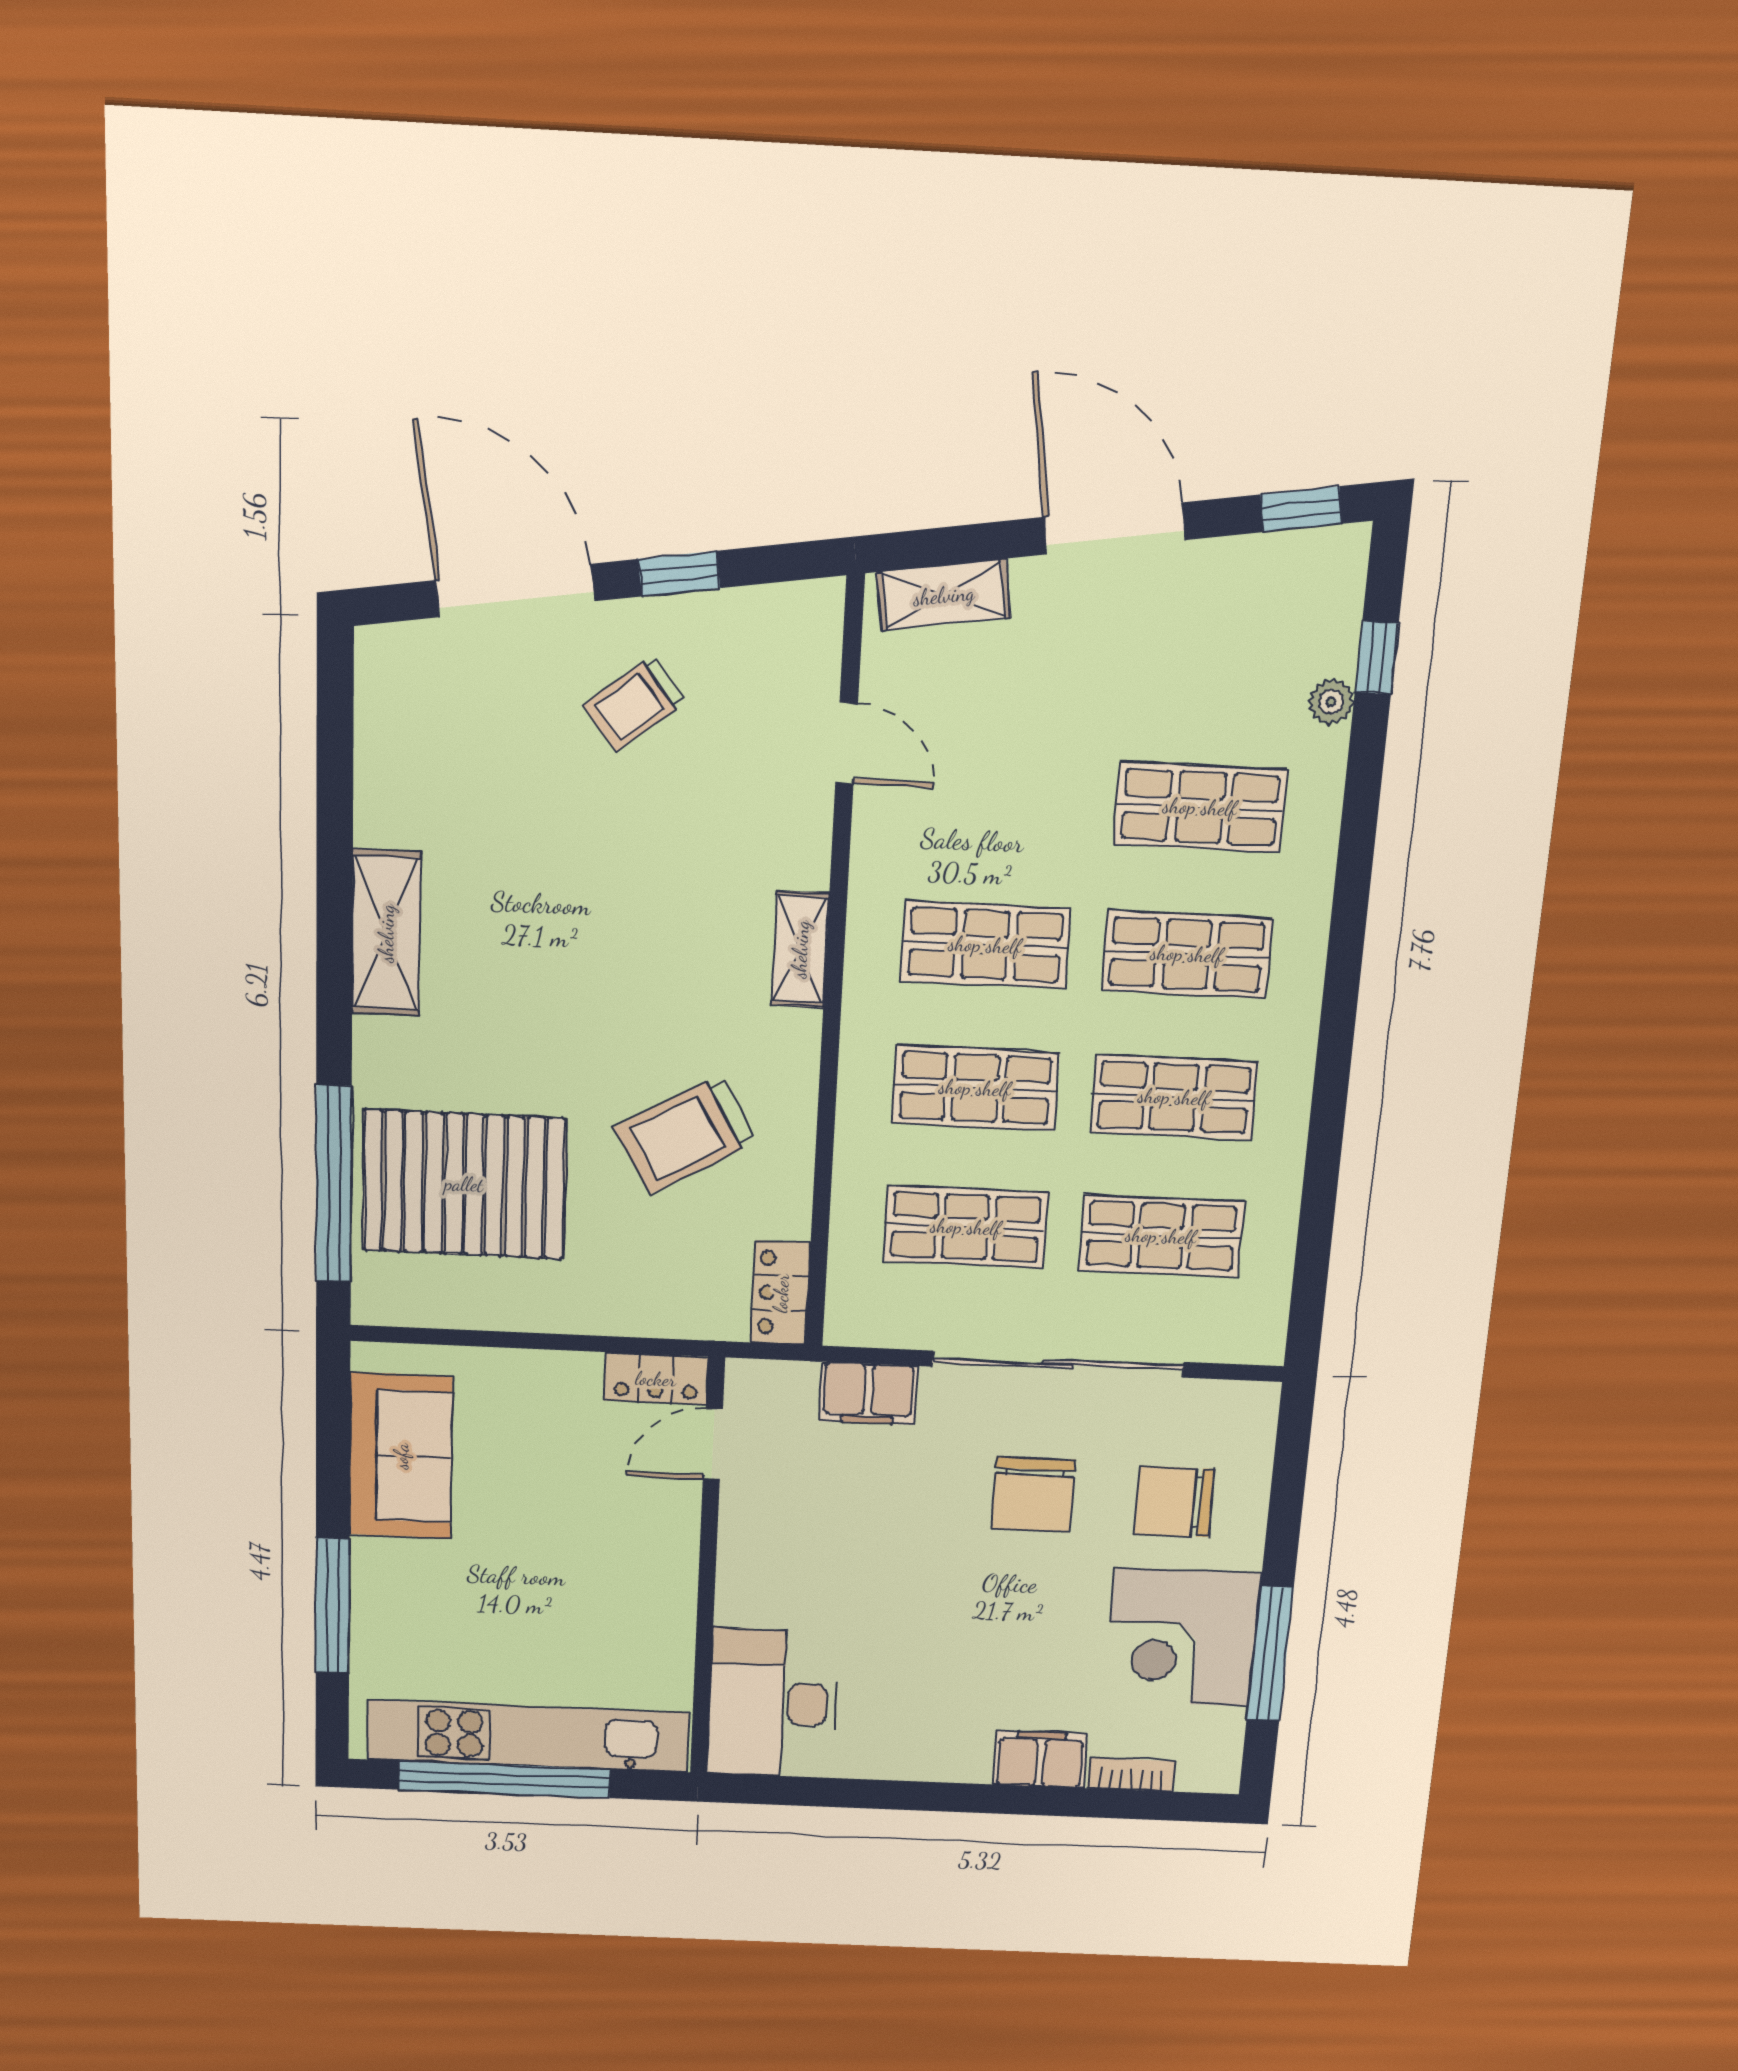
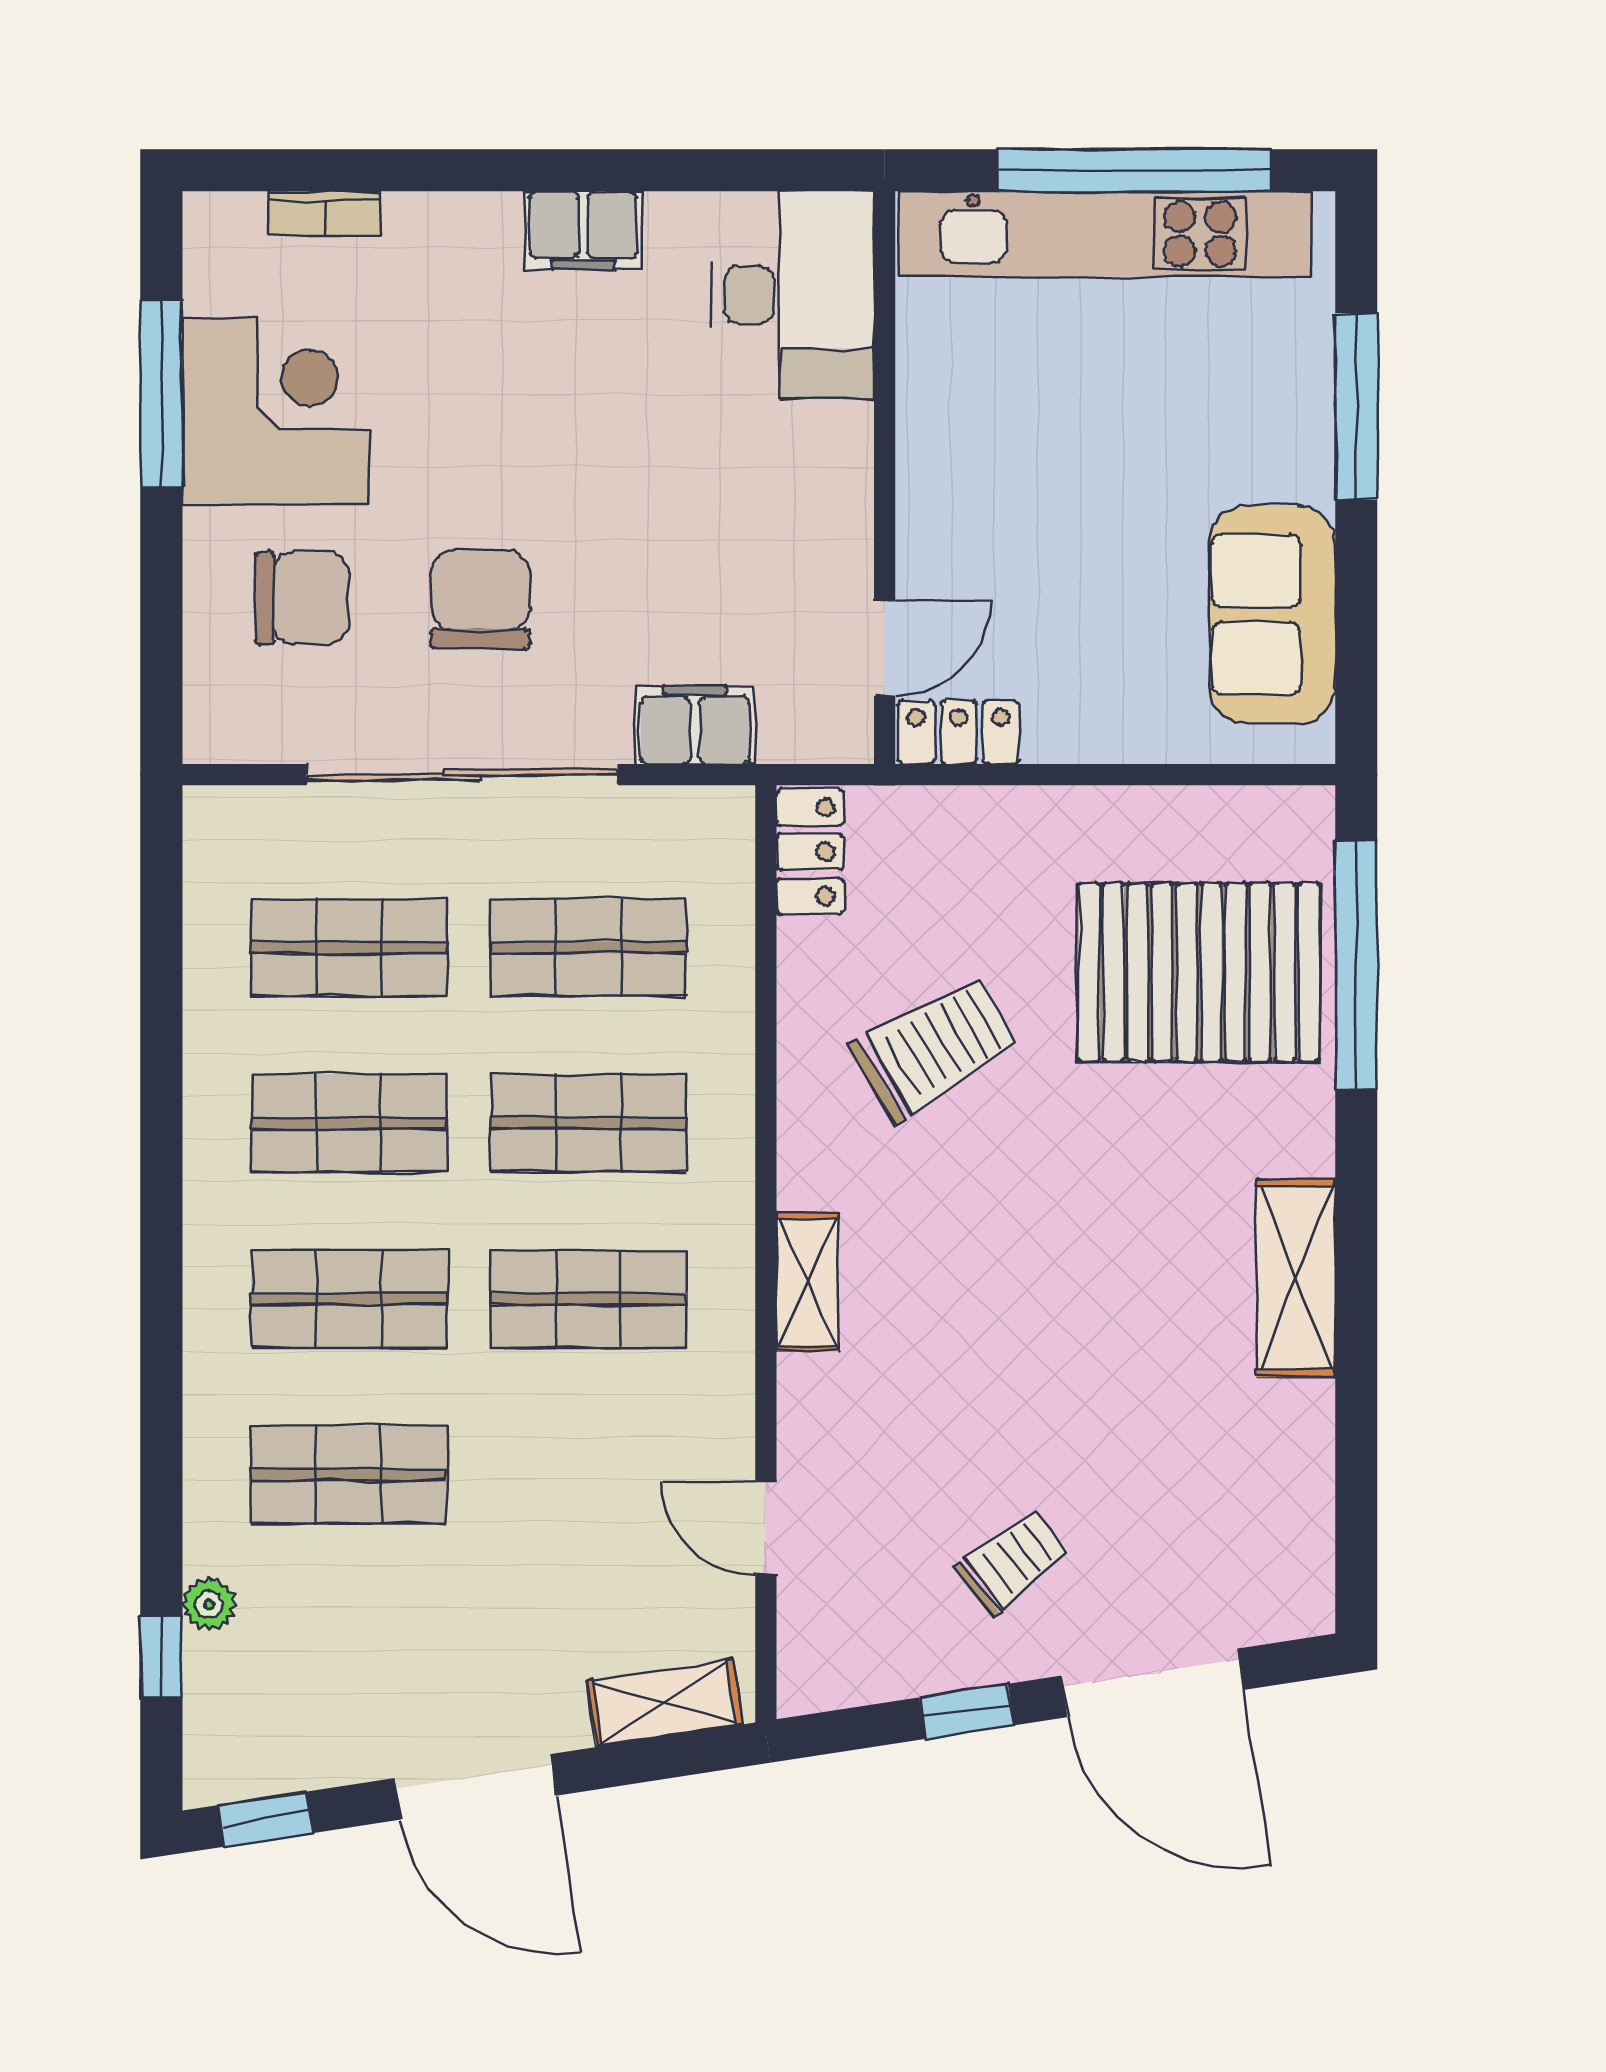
filing cabinet: (1040, 1759) -> (583, 230), moved

